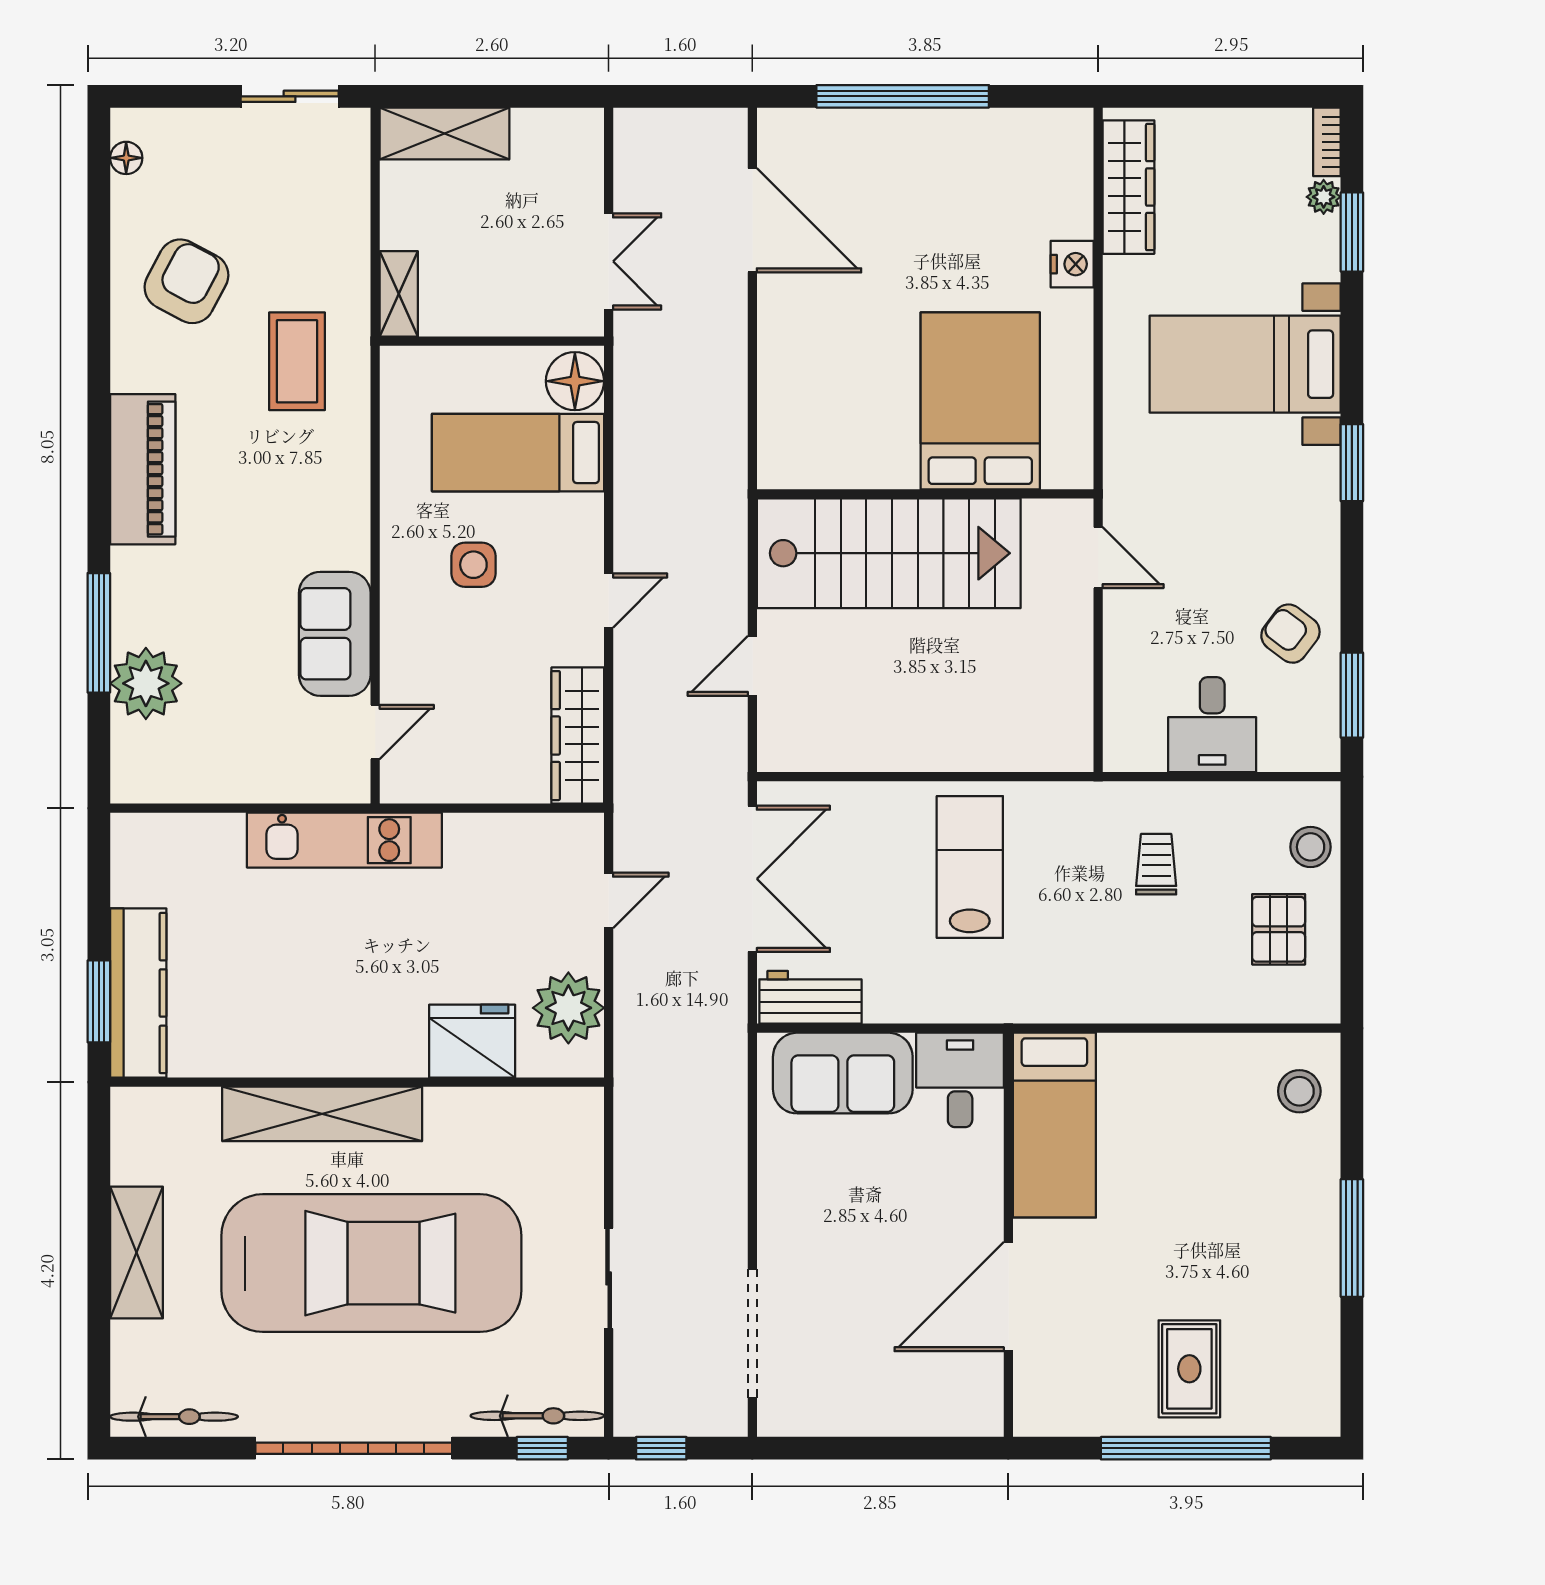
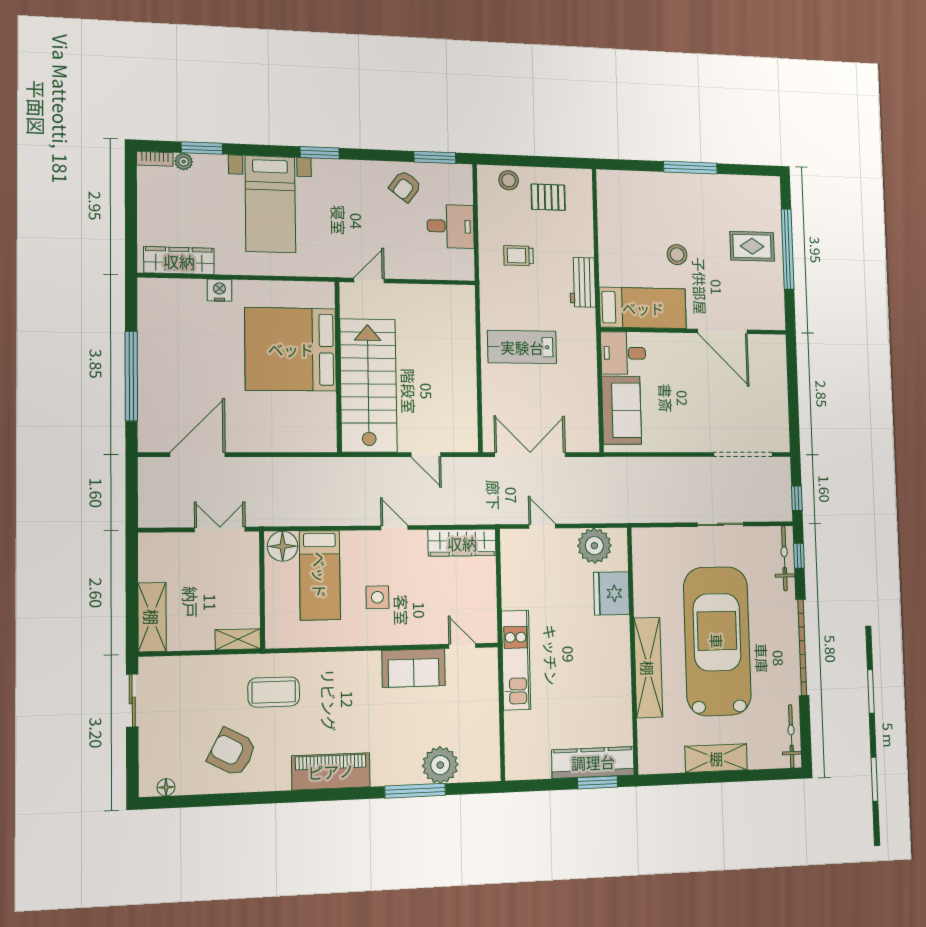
bed: (980, 401) -> (291, 349), width x1.36
workbench: (810, 997) -> (582, 282), moved
stool: (1299, 1091) -> (677, 255), moved

